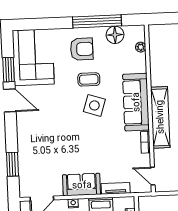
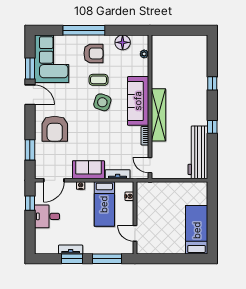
window: (97, 21) -> (84, 30), moved
armchair: (40, 138) -> (55, 129), added

